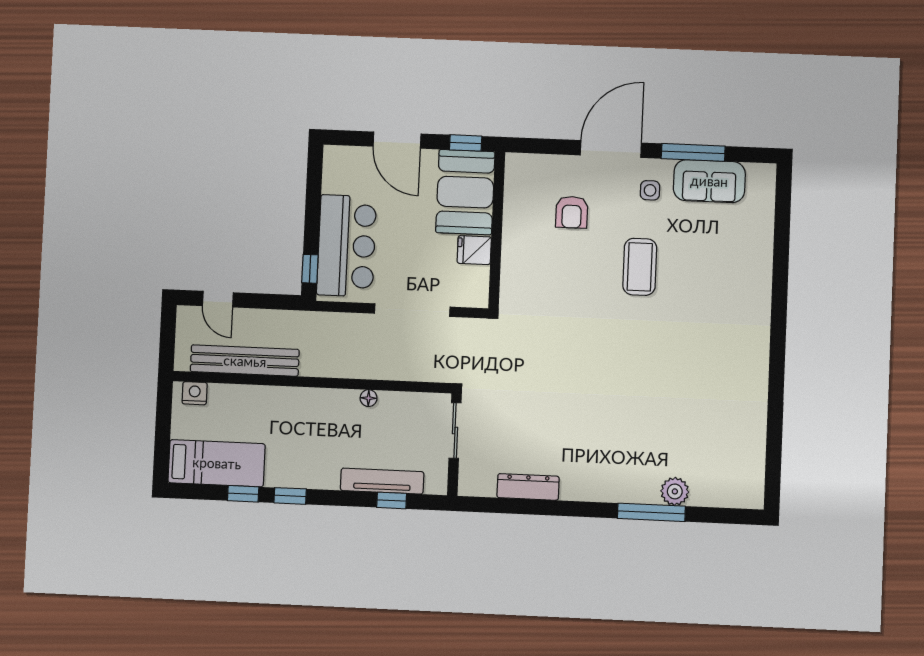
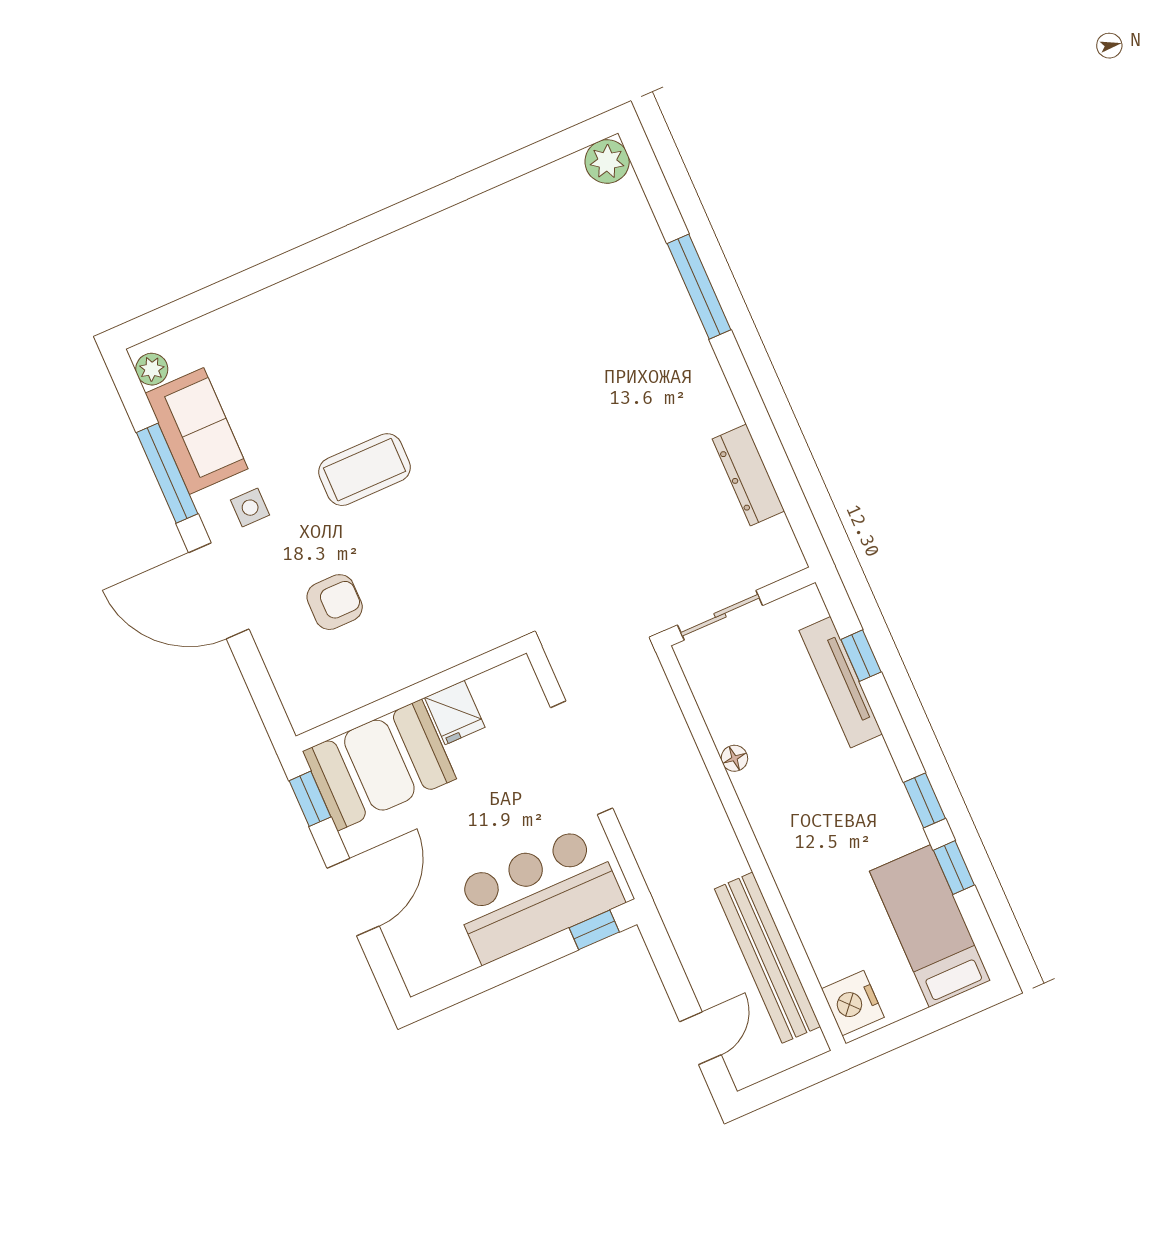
plant: (758, 173) -> (152, 369), added
nightstand: (195, 393) -> (853, 1003), width x1.36, depth x1.33
plant: (675, 491) -> (607, 161), moved

